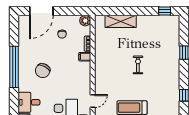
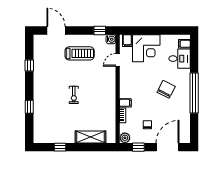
window: (71, 11) -> (138, 147), added
window: (165, 11) -> (60, 147), moved

